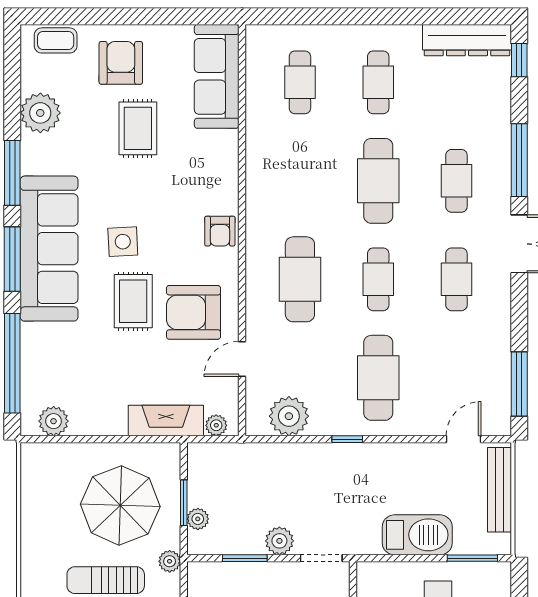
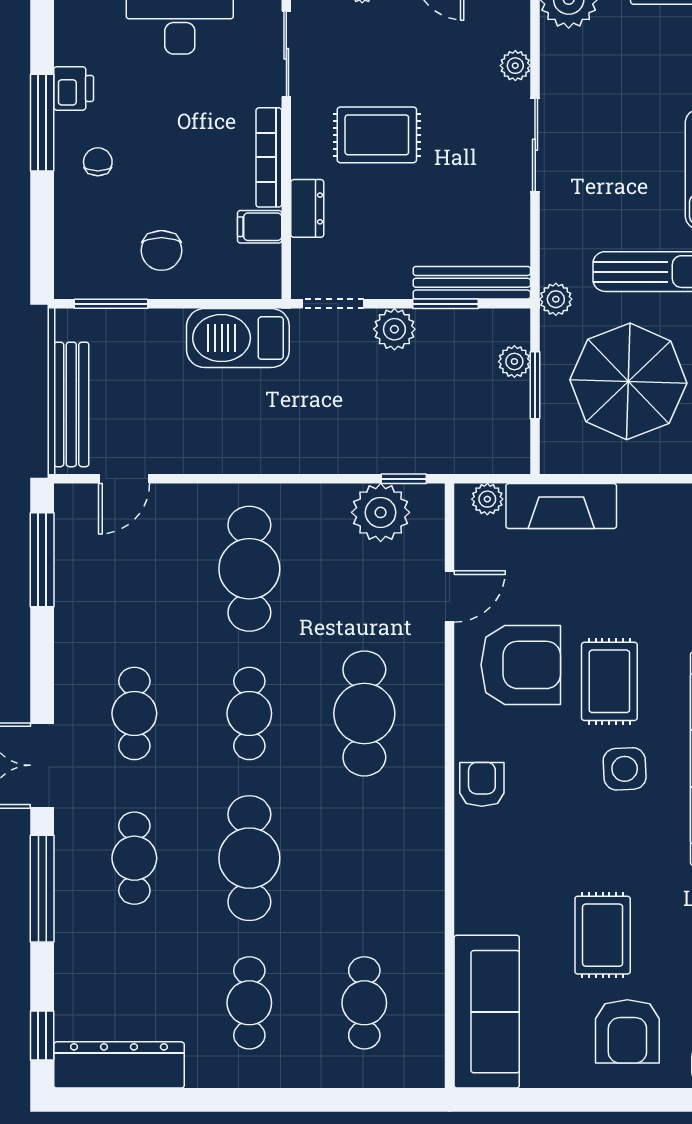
window: (347, 439) -> (404, 479), moved
barbecue: (417, 535) -> (238, 338), moved
bench: (227, 572) -> (472, 283), added

